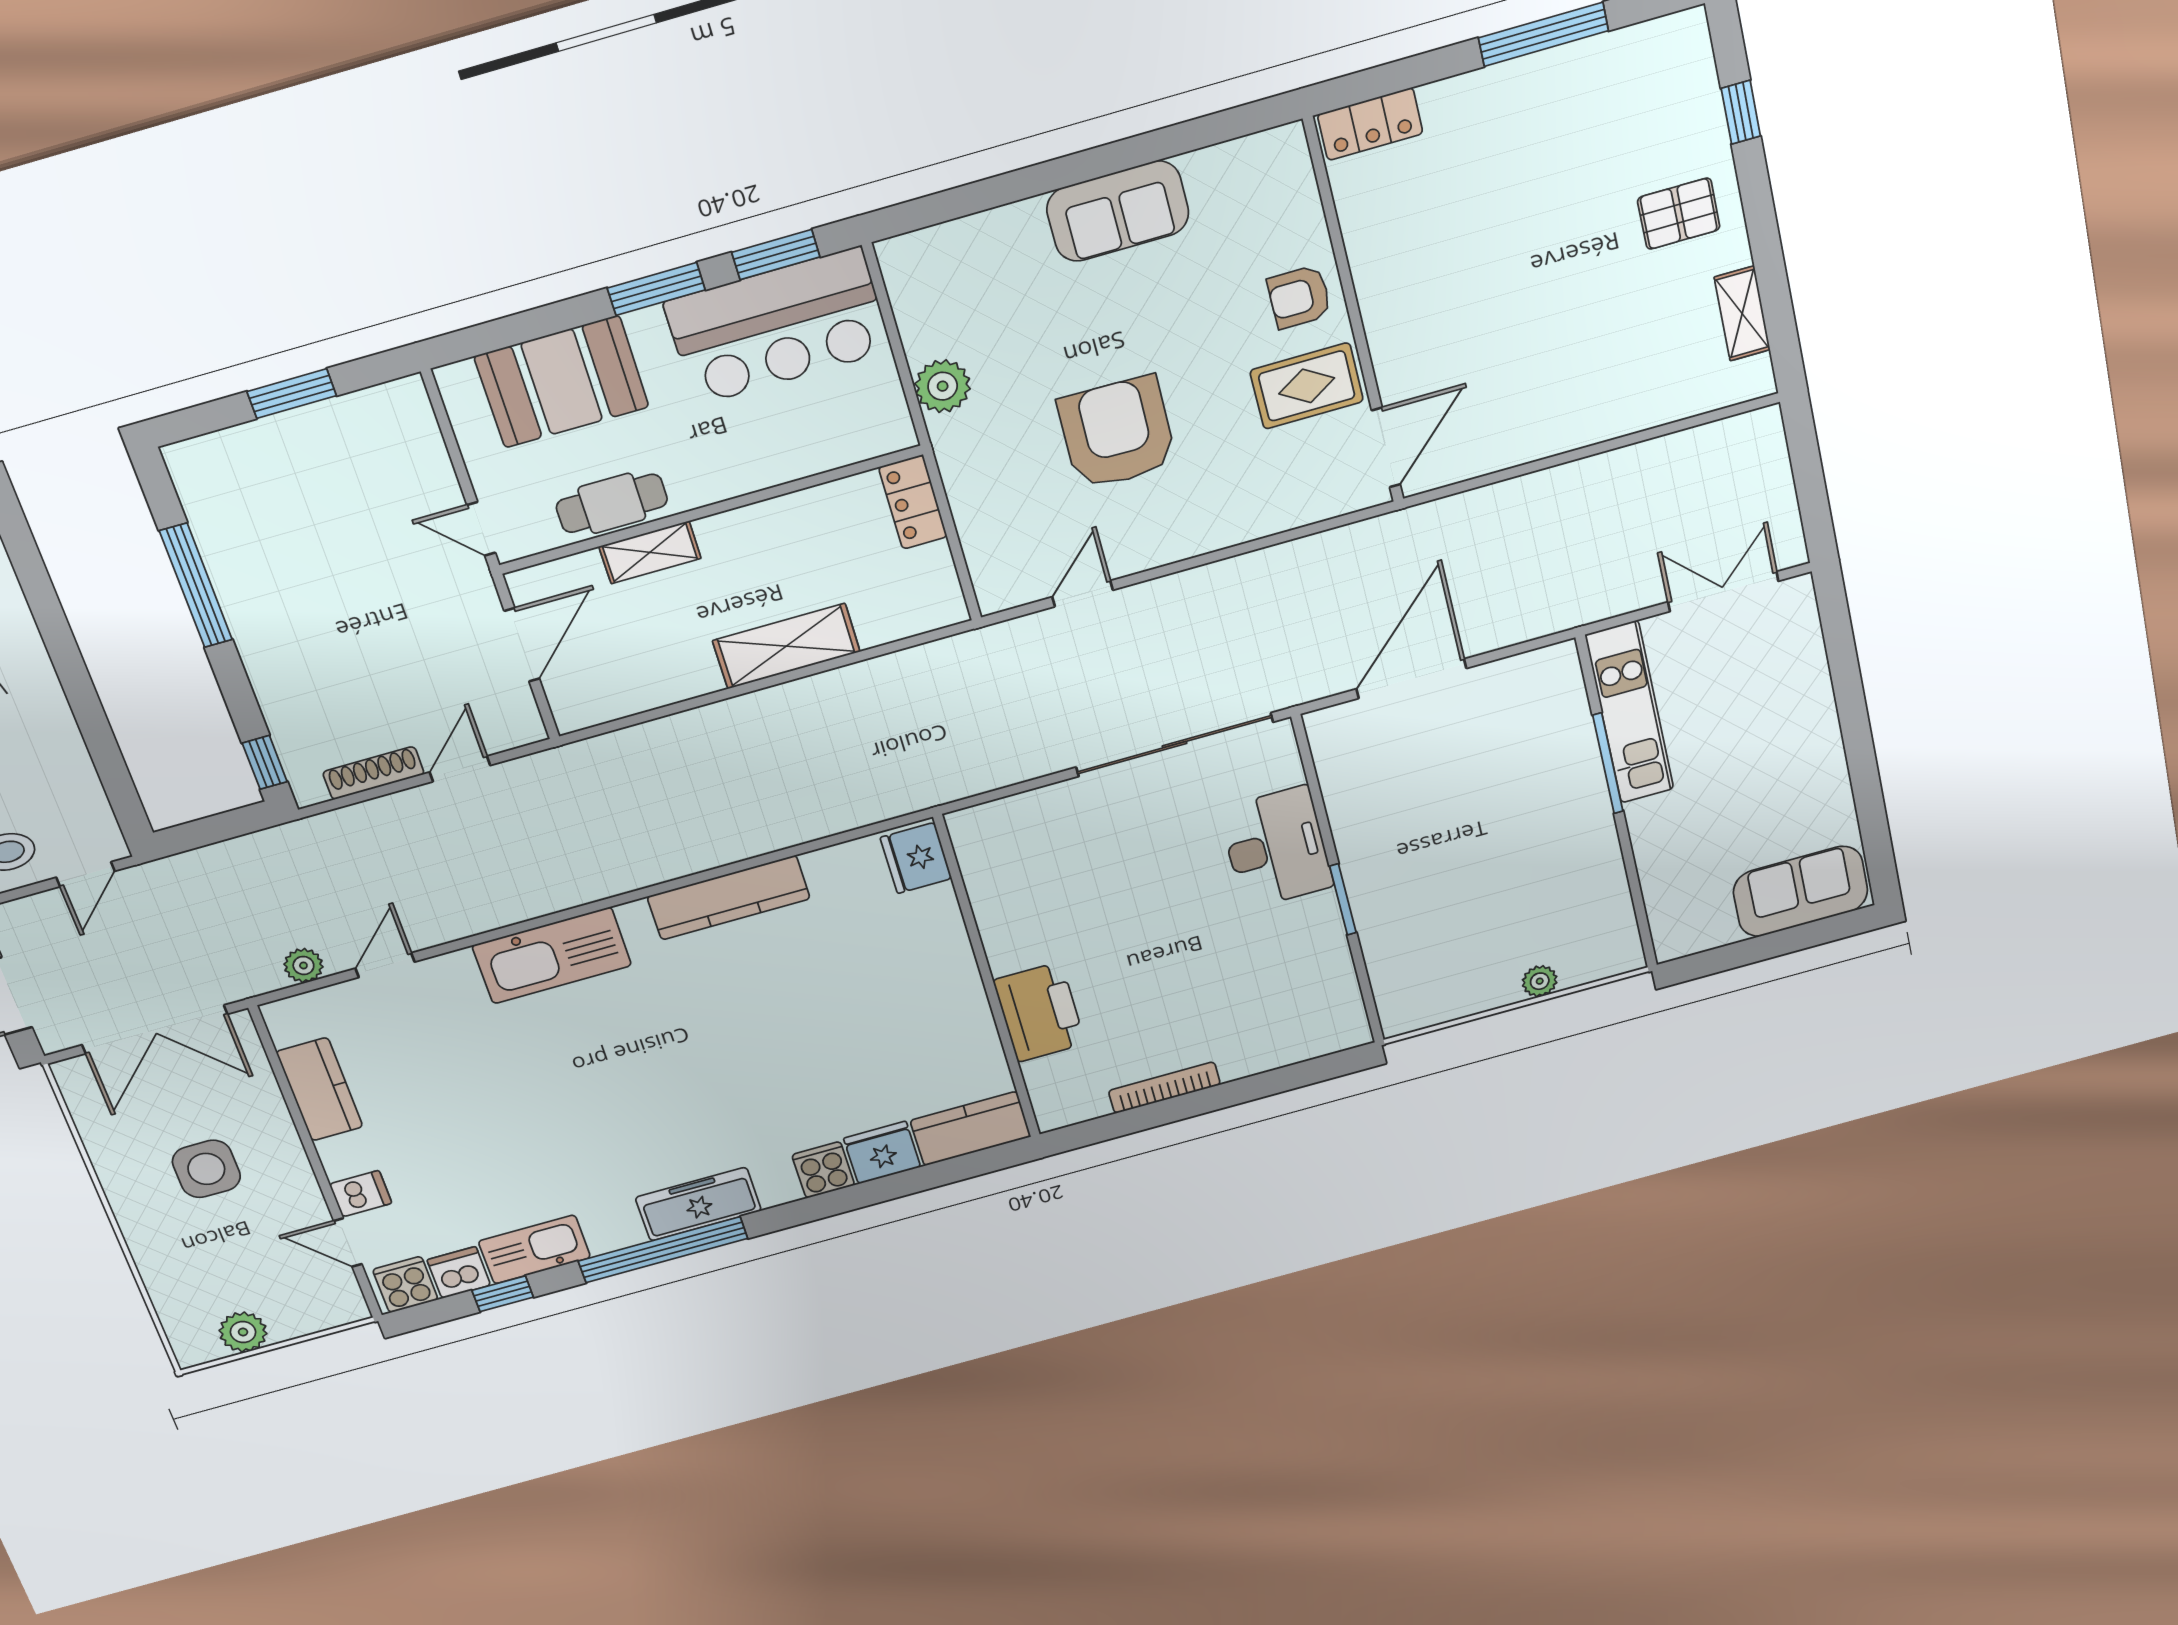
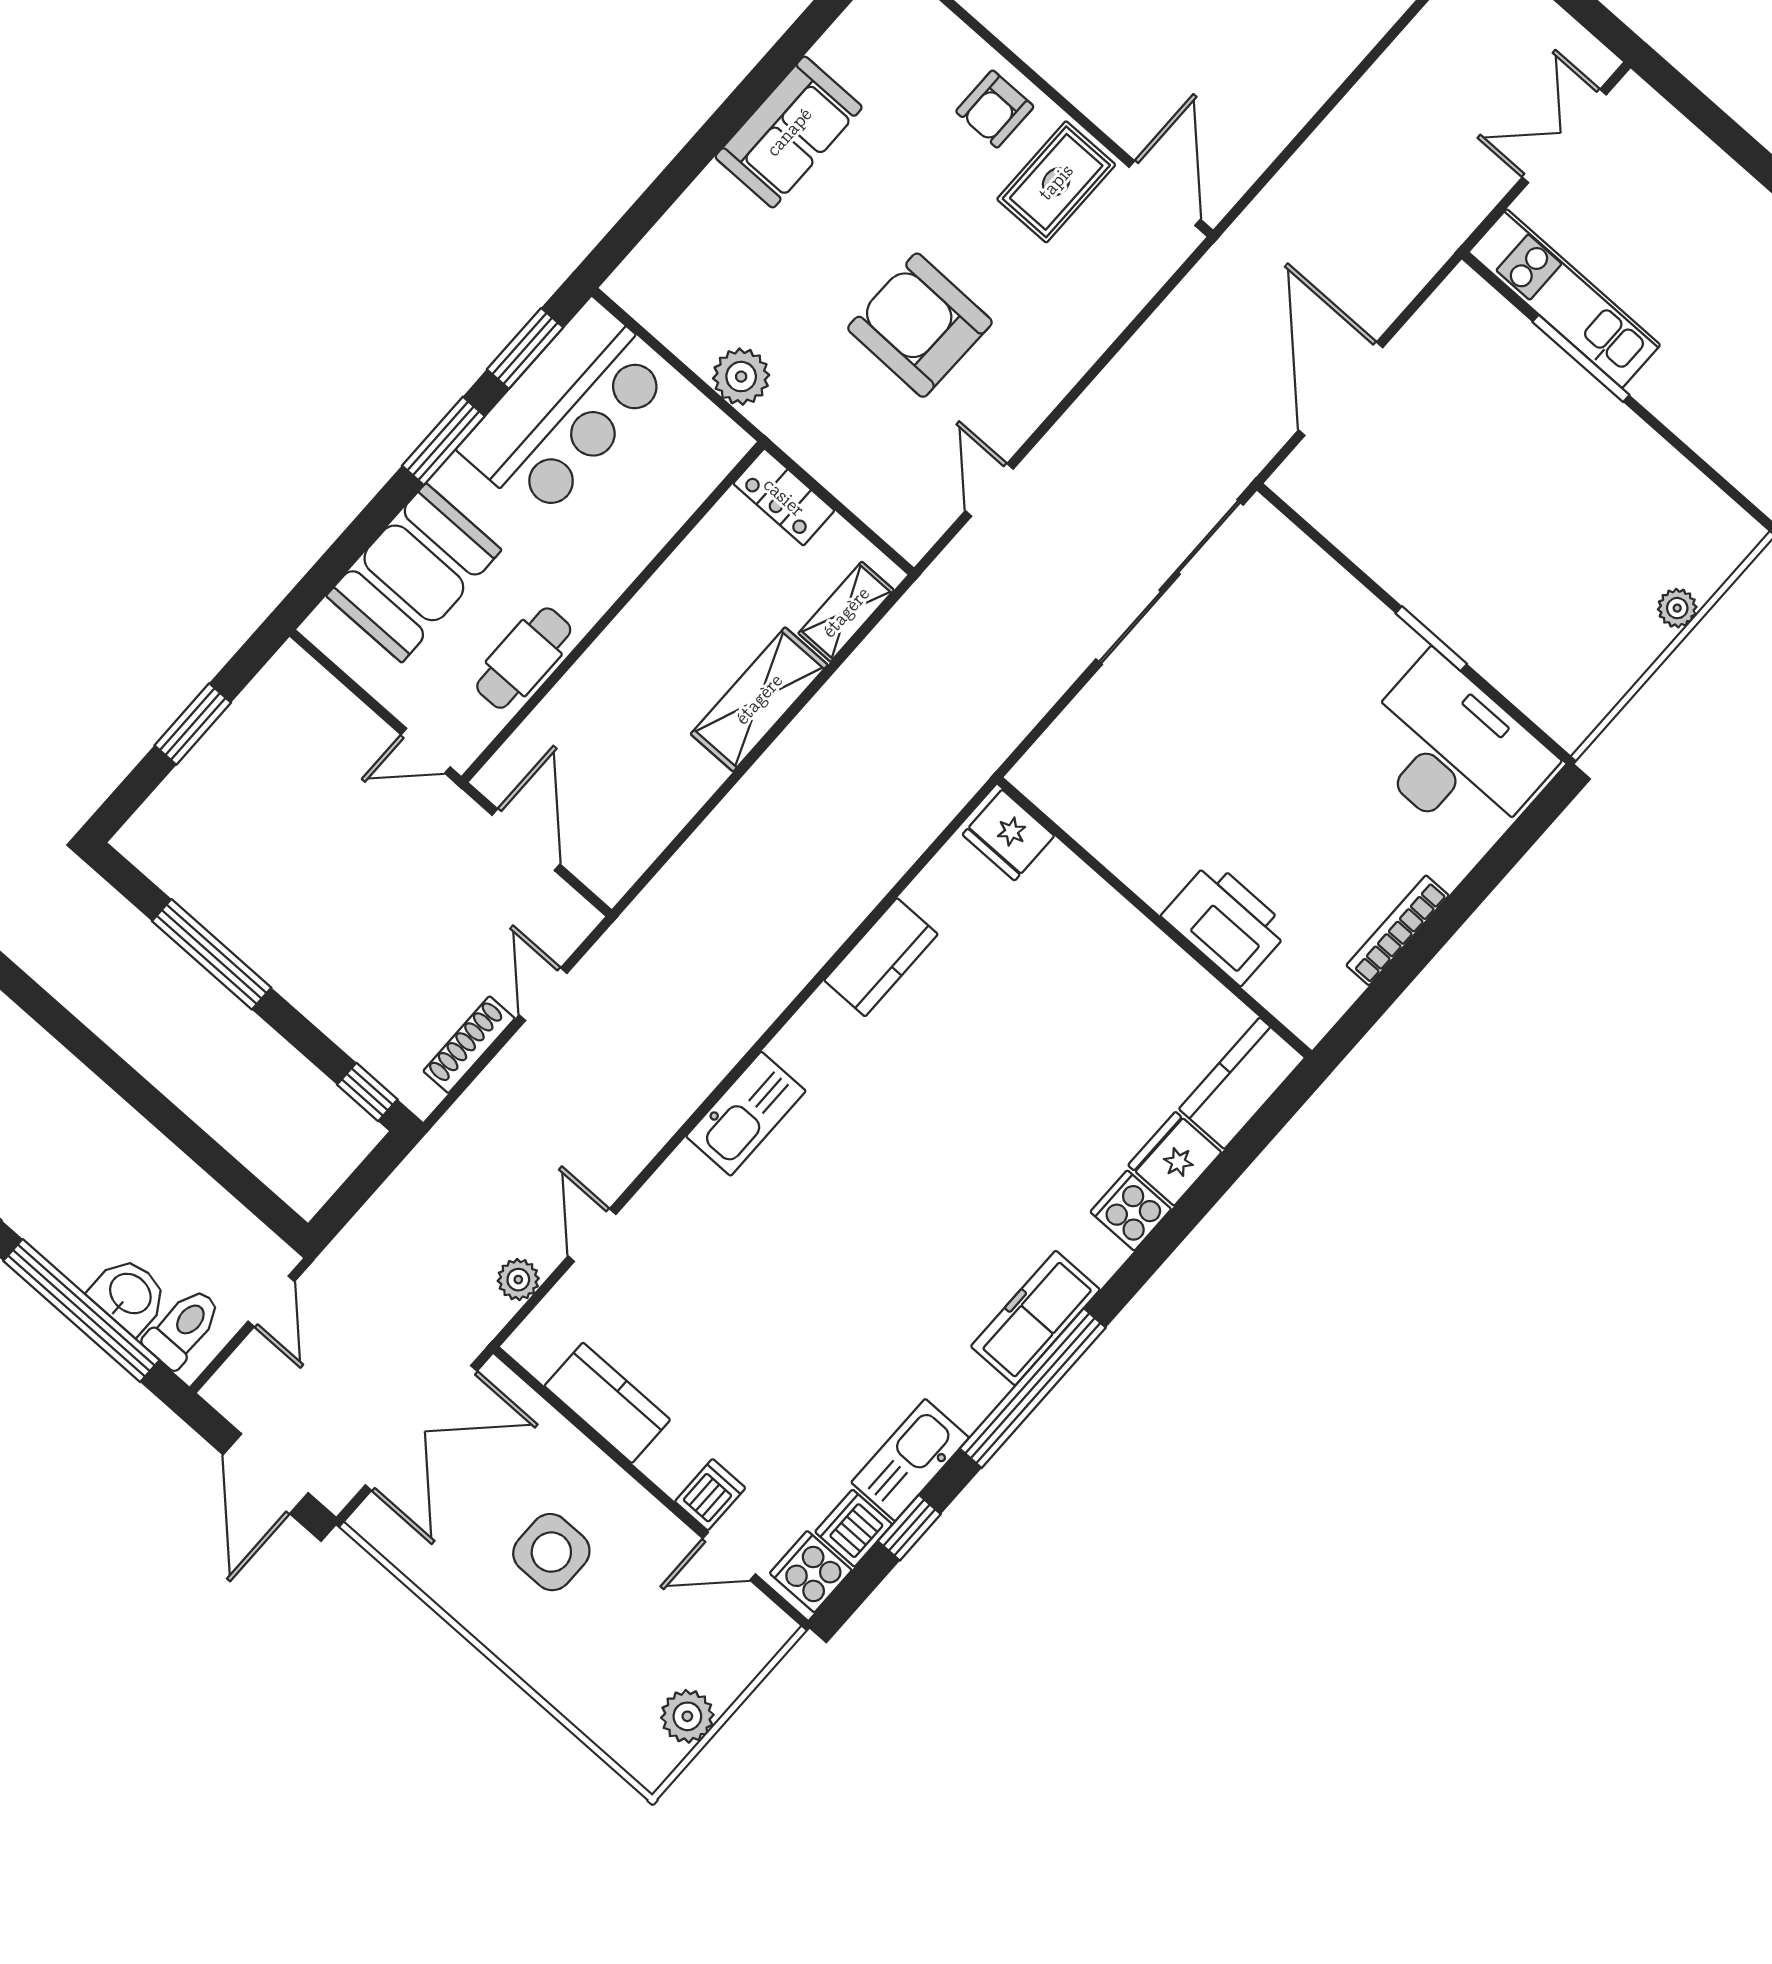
shelving: (650, 552) -> (846, 612), moved
desk: (1276, 848) -> (1453, 752), moved, width x1.36, depth x1.30
kitchen counter: (729, 898) -> (881, 957), width x0.67
kitchen sink: (552, 955) -> (746, 1114), width x0.73, depth x0.81

